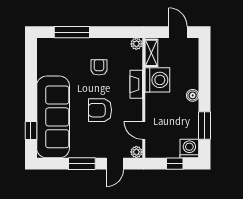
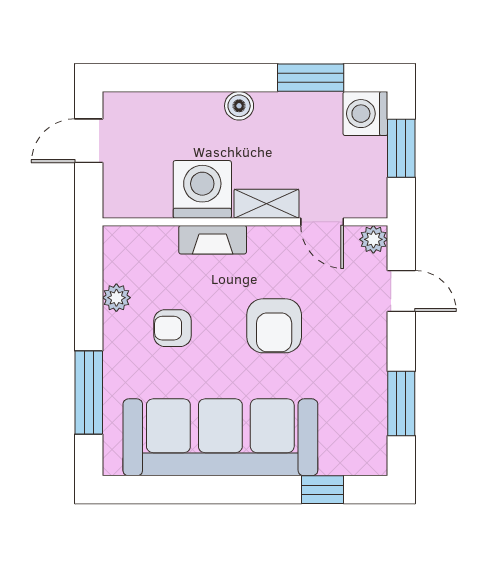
plant: (136, 44) -> (116, 298), moved
shelving: (151, 53) -> (266, 204), moved
sofa: (53, 117) -> (220, 437), moved
door: (144, 130) -> (322, 222), hinge flipped
window: (82, 164) -> (401, 404), moved
window: (175, 164) -> (401, 148), width x1.50

